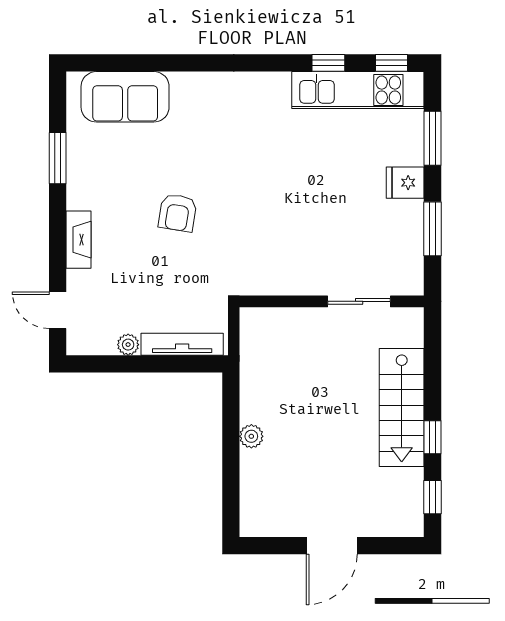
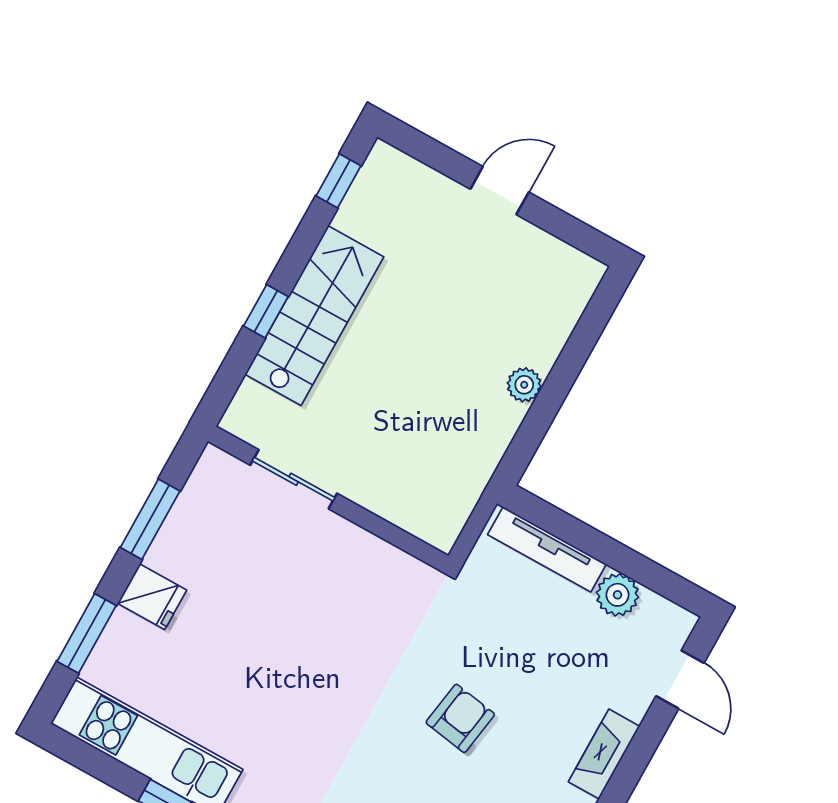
window: (391, 63) -> (85, 757), removed
plant: (128, 345) -> (617, 595), width x1.38, depth x1.38
window: (432, 437) -> (266, 311), moved
door: (332, 546) -> (500, 191), width x0.73

